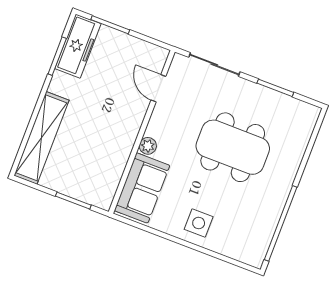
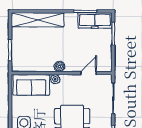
boiler: (130, 131) -> (59, 66), added

